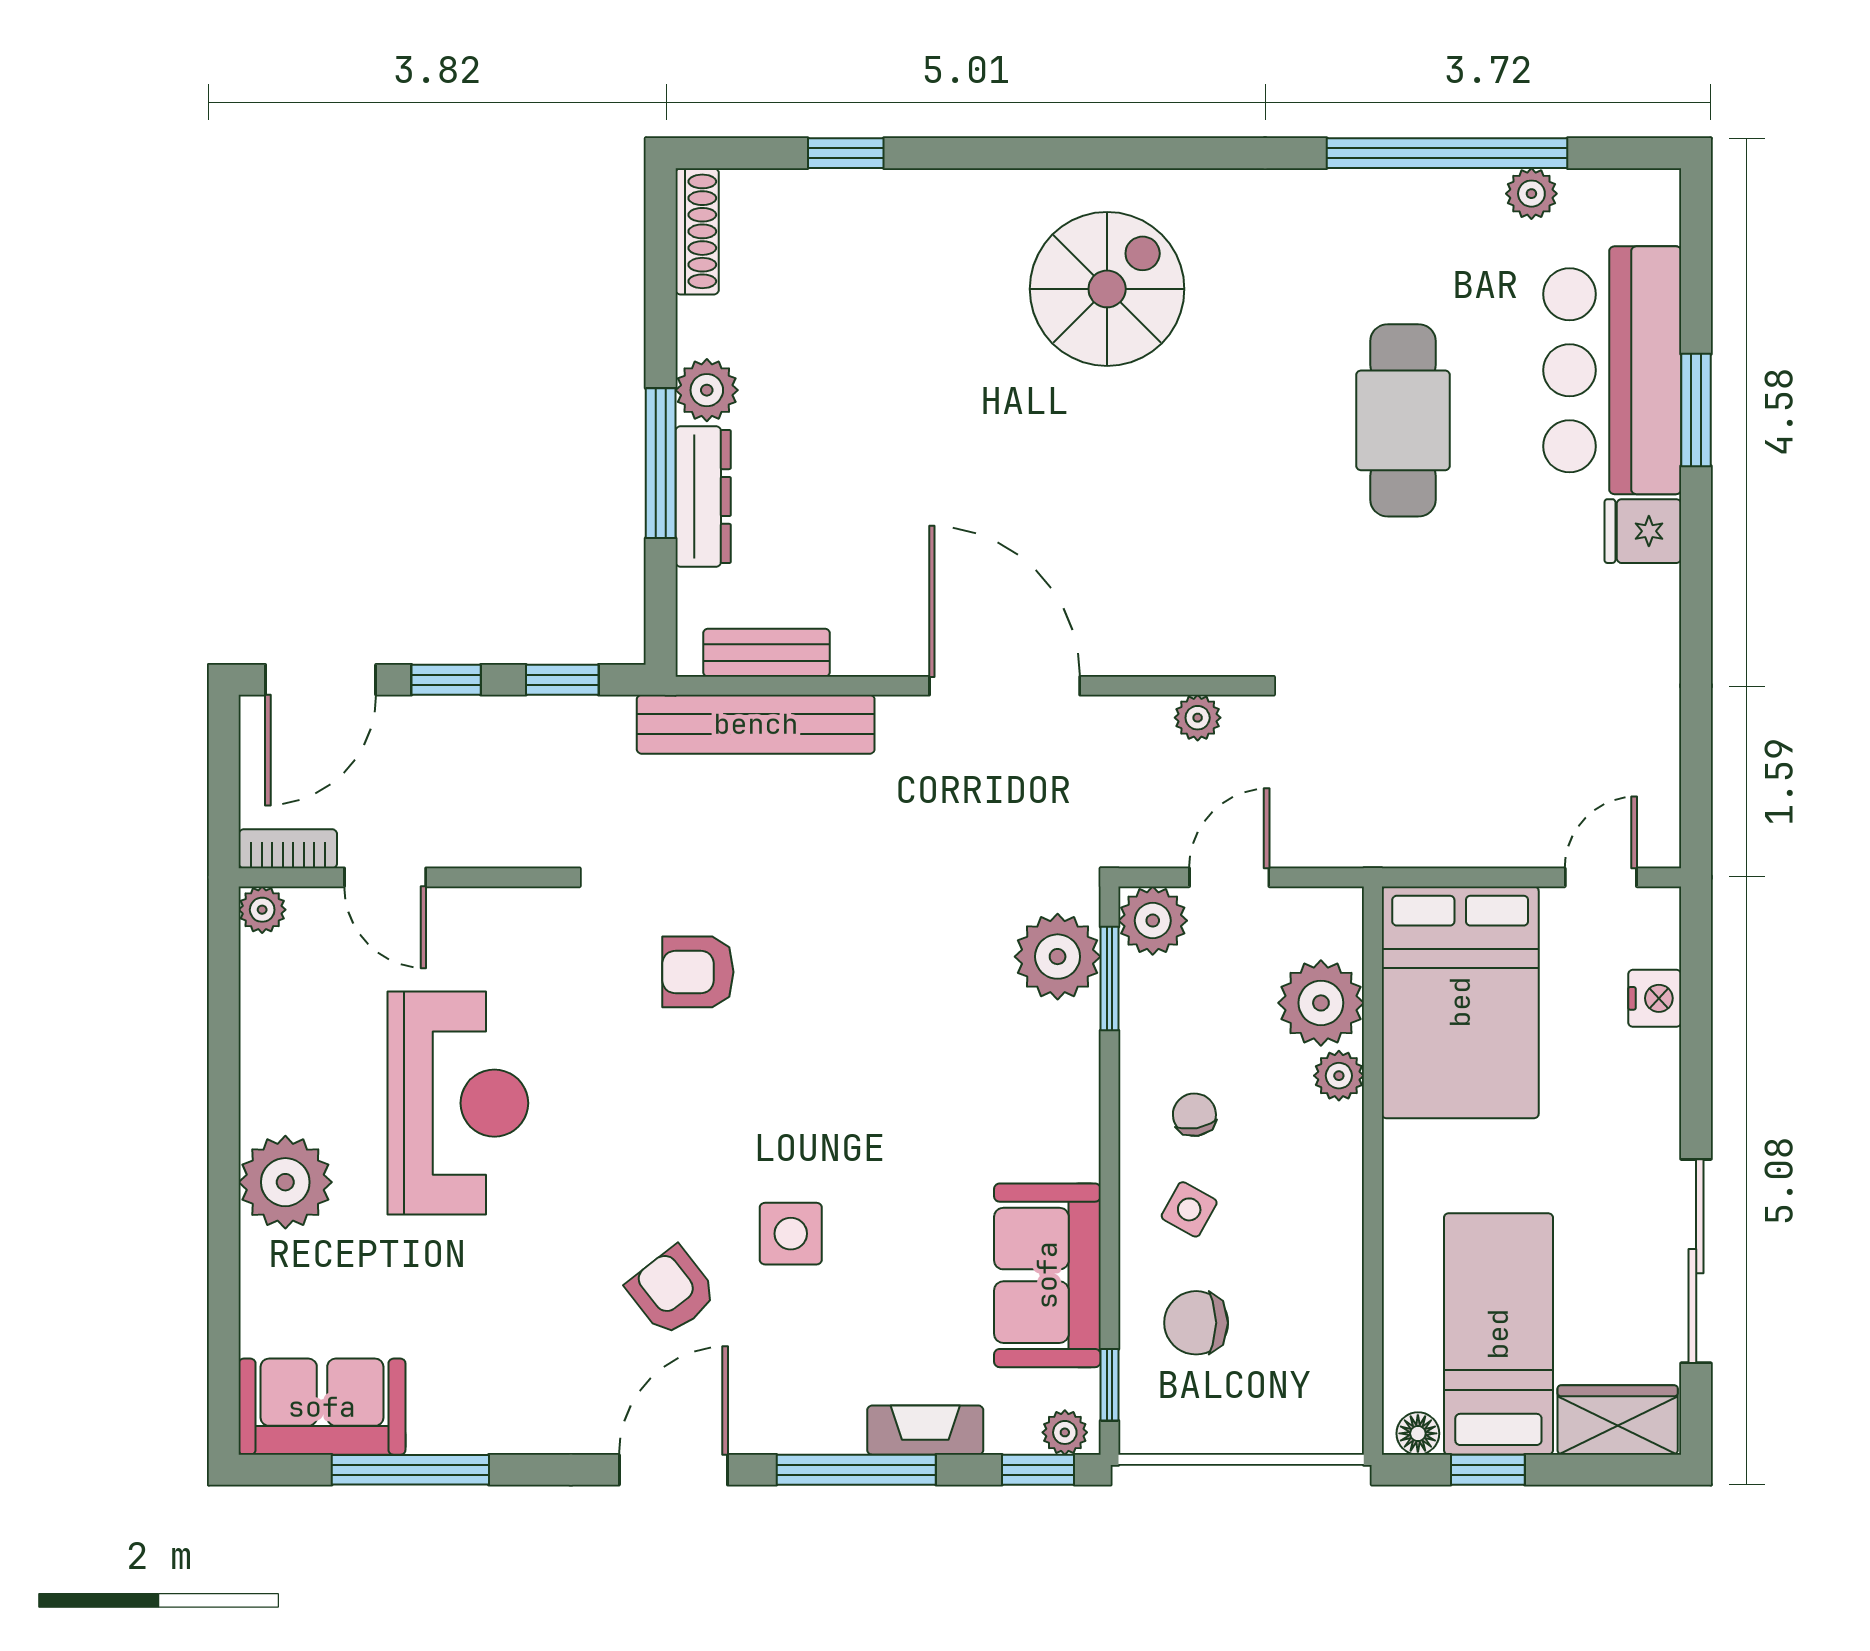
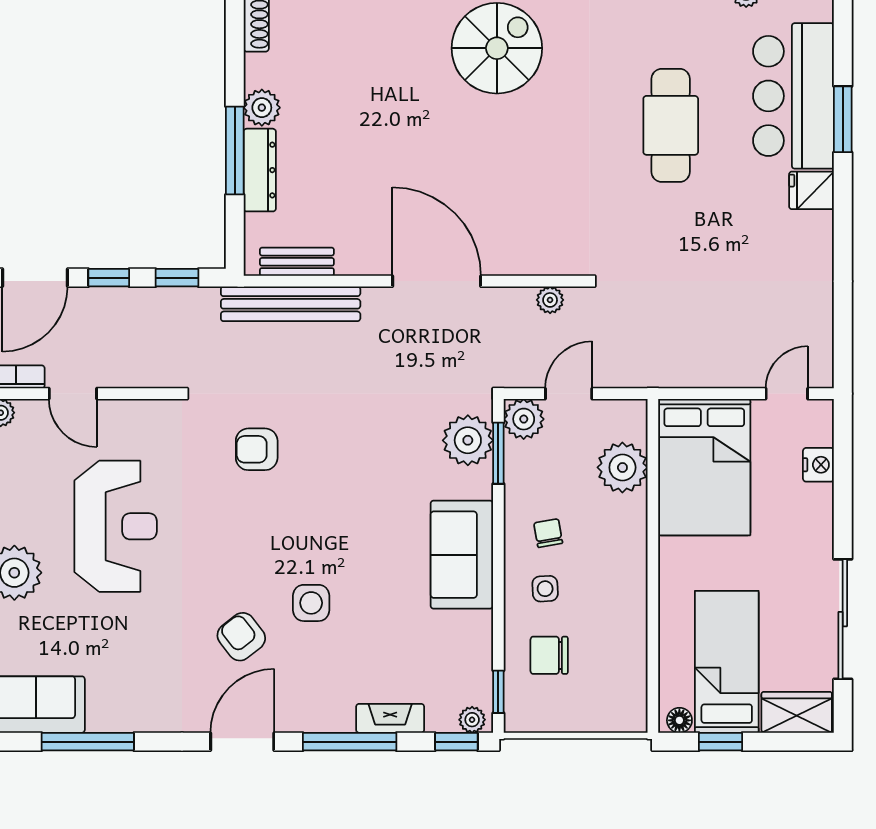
plant: (1339, 1076) -> (633, 510), removed
side table: (1189, 1209) -> (545, 589), turned -32
sofa: (1047, 1275) -> (462, 555), moved

